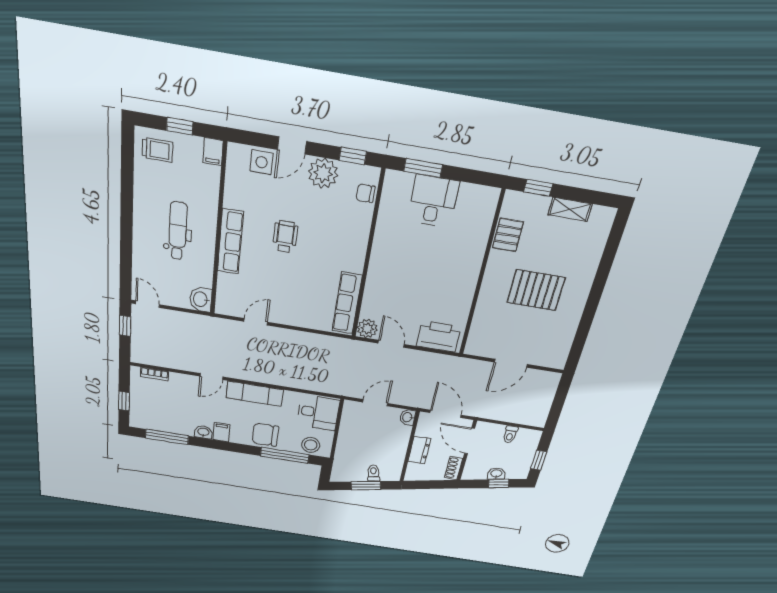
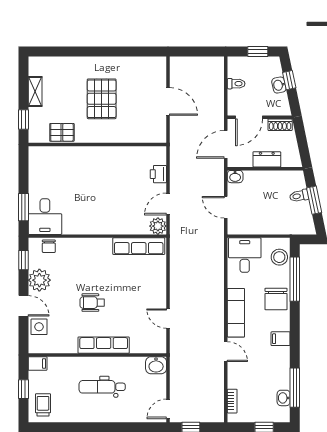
desk: (433, 201) -> (45, 217), moved, turned -90
printer: (439, 336) -> (158, 174), width x0.53, depth x0.68
washbasin: (203, 432) -> (284, 398), moved

